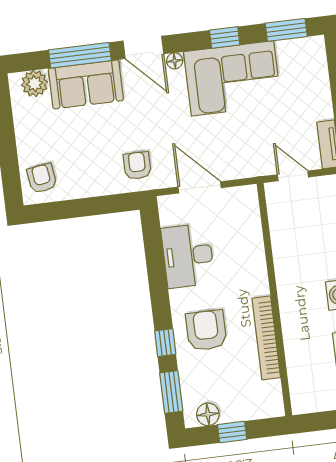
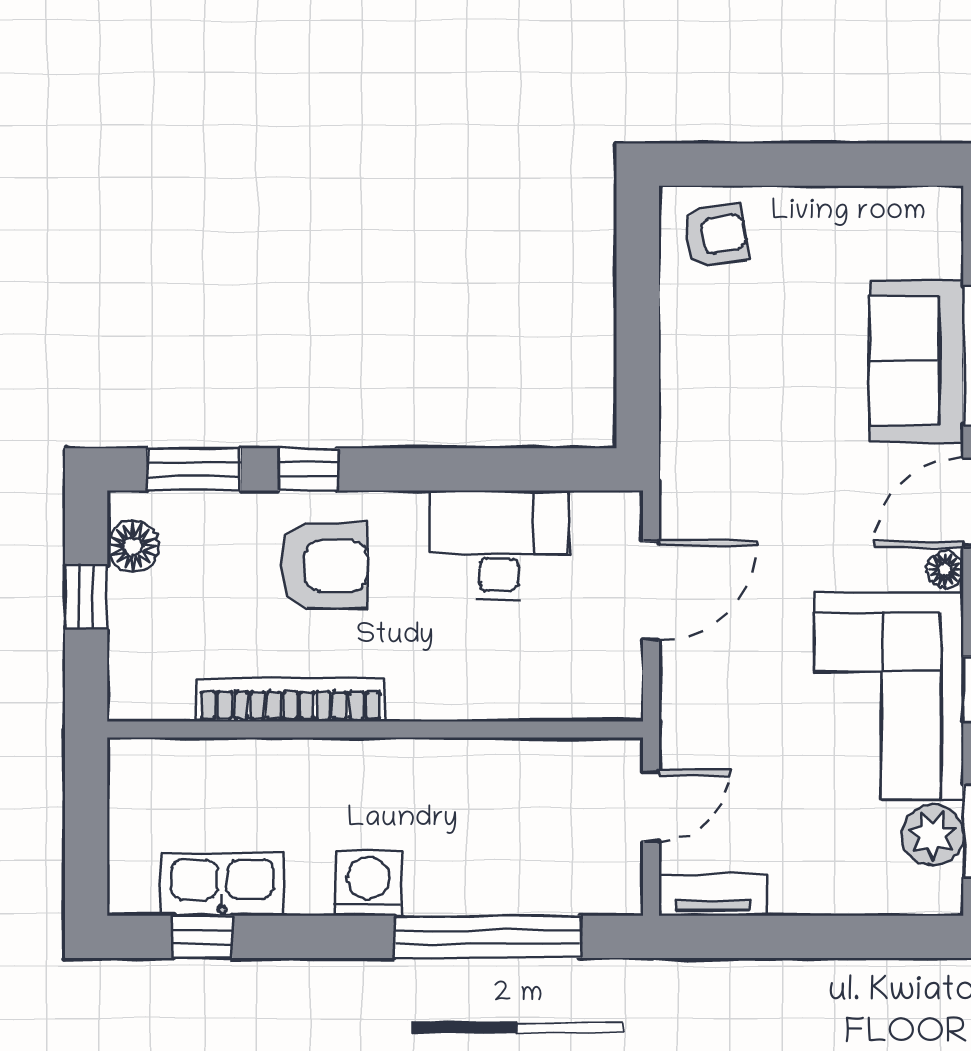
plant: (35, 84) -> (933, 835), moved
armchair: (137, 166) -> (718, 455), removed

